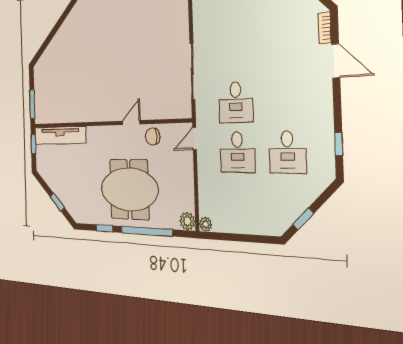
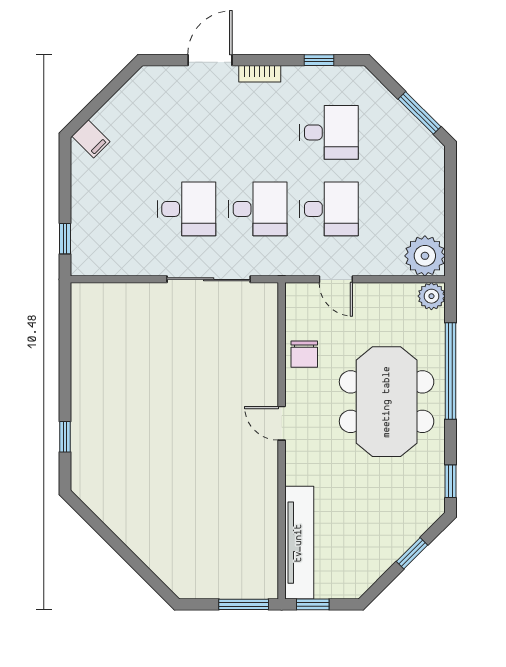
bookcase: (324, 28) -> (260, 74), moved
desk: (234, 52) -> (186, 209), added
door: (131, 123) -> (282, 423), moved
door: (194, 139) -> (336, 279), moved
window: (303, 219) -> (419, 113), width x1.50
plant: (205, 224) -> (425, 256), width x1.88, depth x1.88
window: (104, 228) -> (451, 481), moved

